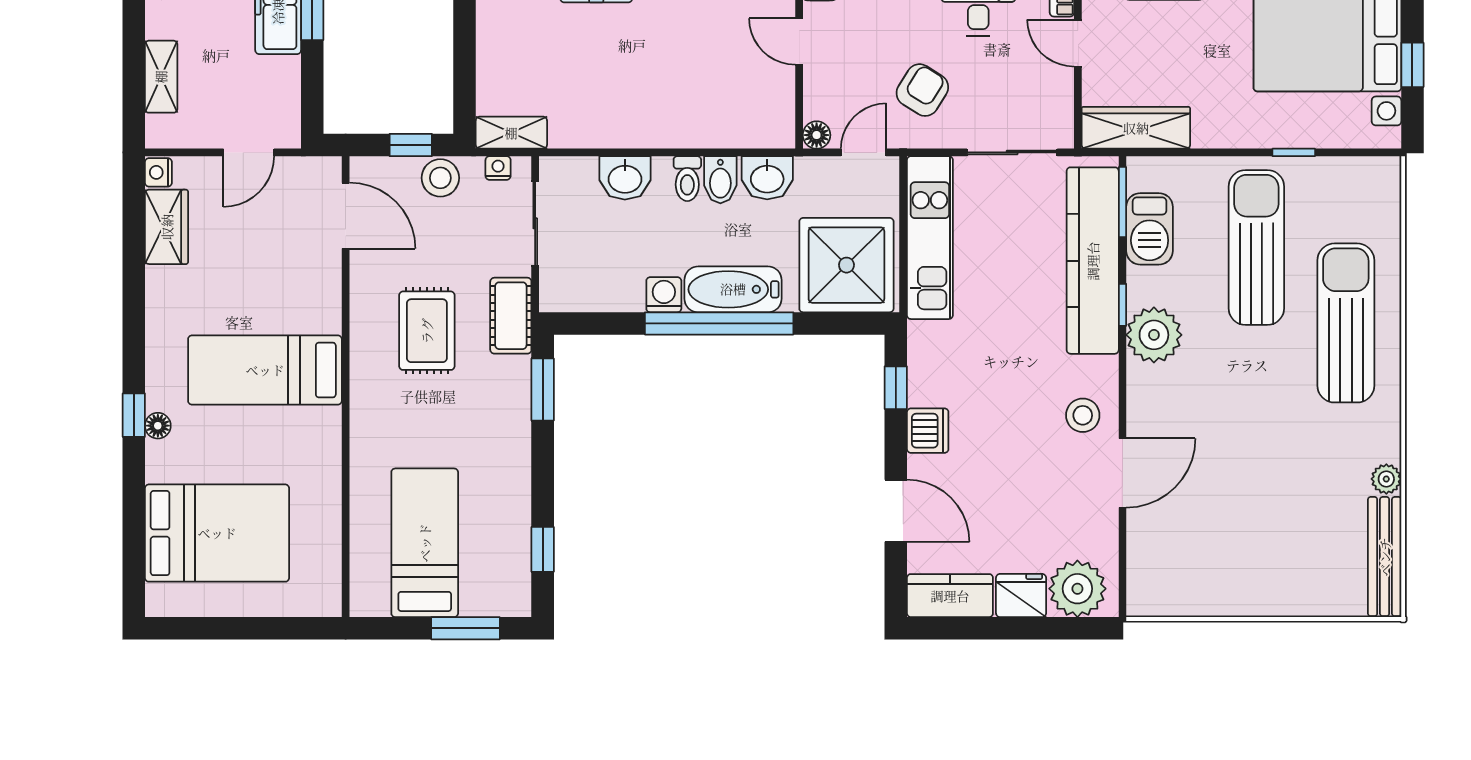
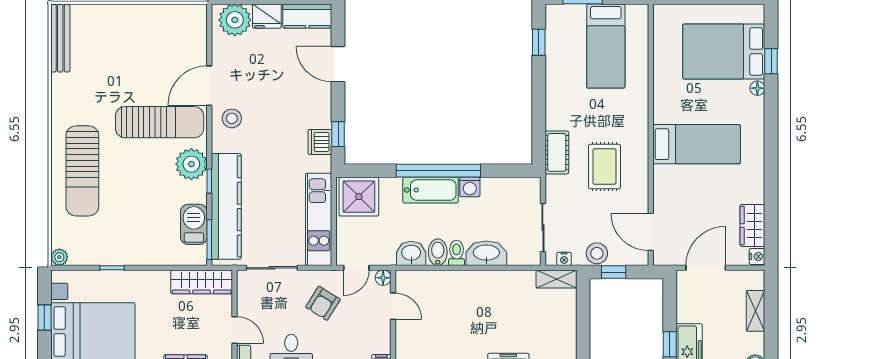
door: (799, 42) -> (393, 306), moved
door: (249, 152) -> (706, 268), width x1.38
washbasin: (625, 178) -> (486, 253), width x1.38
sun lounger: (1256, 247) -> (160, 122), moved, turned -90
shower: (846, 265) -> (359, 197), width x0.73, depth x0.73
cot: (511, 316) -> (557, 152), moved
window: (543, 389) -> (539, 133), removed
window: (134, 415) -> (771, 61), moved
floor lamp: (158, 426) -> (757, 88), moved
dishwasher: (928, 431) -> (320, 142), moved
plant: (1386, 479) -> (59, 257), moved

